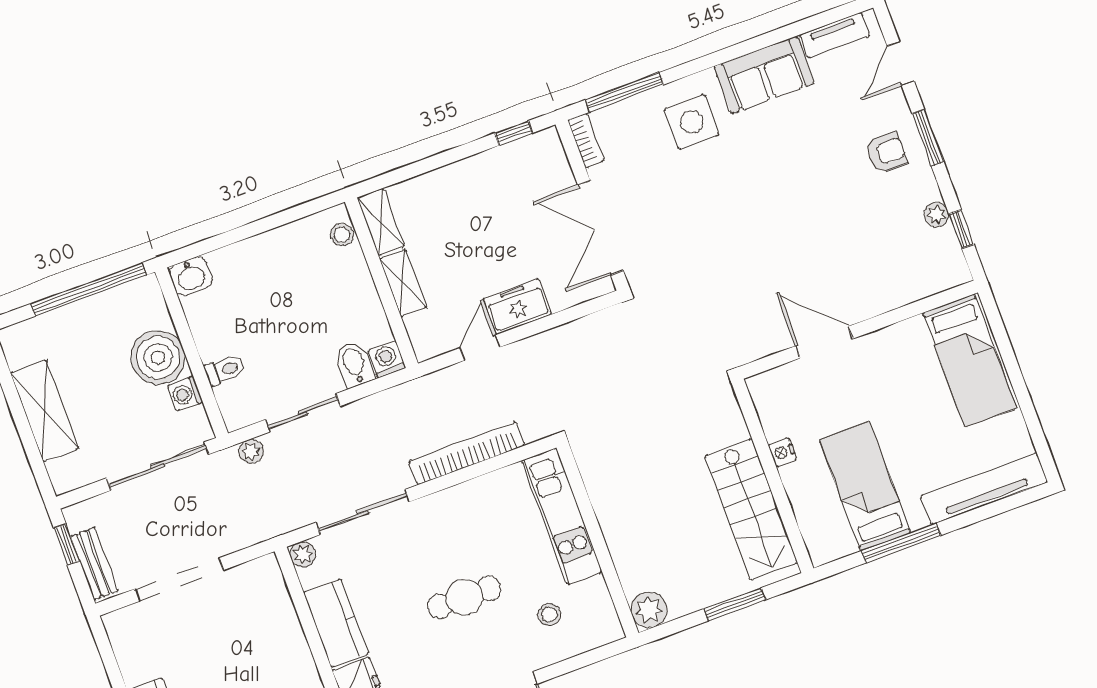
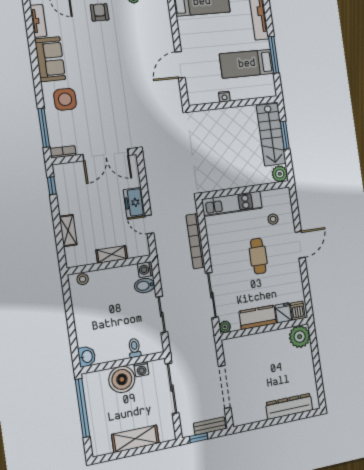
shelving: (381, 222) -> (68, 231), moved, turned 90
plant: (251, 451) -> (174, 342), removed
stairs: (751, 509) -> (271, 134), moved, turned 90

